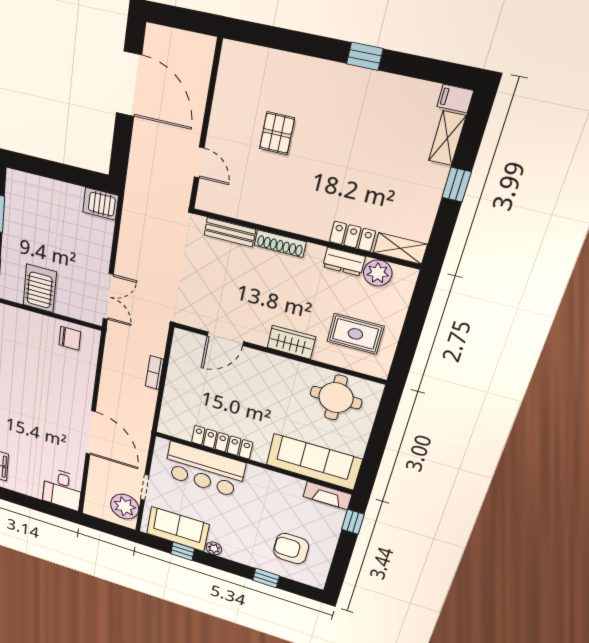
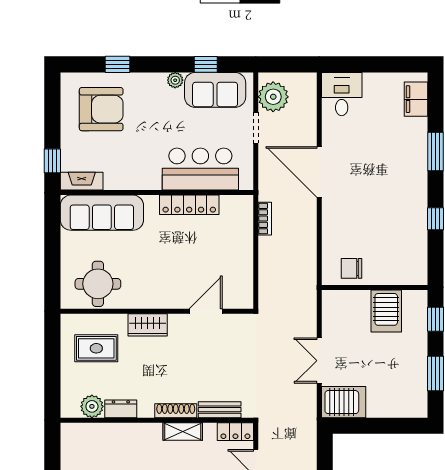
server rack: (100, 204) -> (344, 402), width x1.36, depth x1.44
locker: (352, 236) -> (235, 432), moved
shelving: (400, 248) -> (183, 431), moved
double door: (108, 297) -> (319, 361), moved
bookcase: (155, 373) -> (265, 219), moved
armchair: (291, 549) -> (101, 109), width x1.36, depth x1.36

